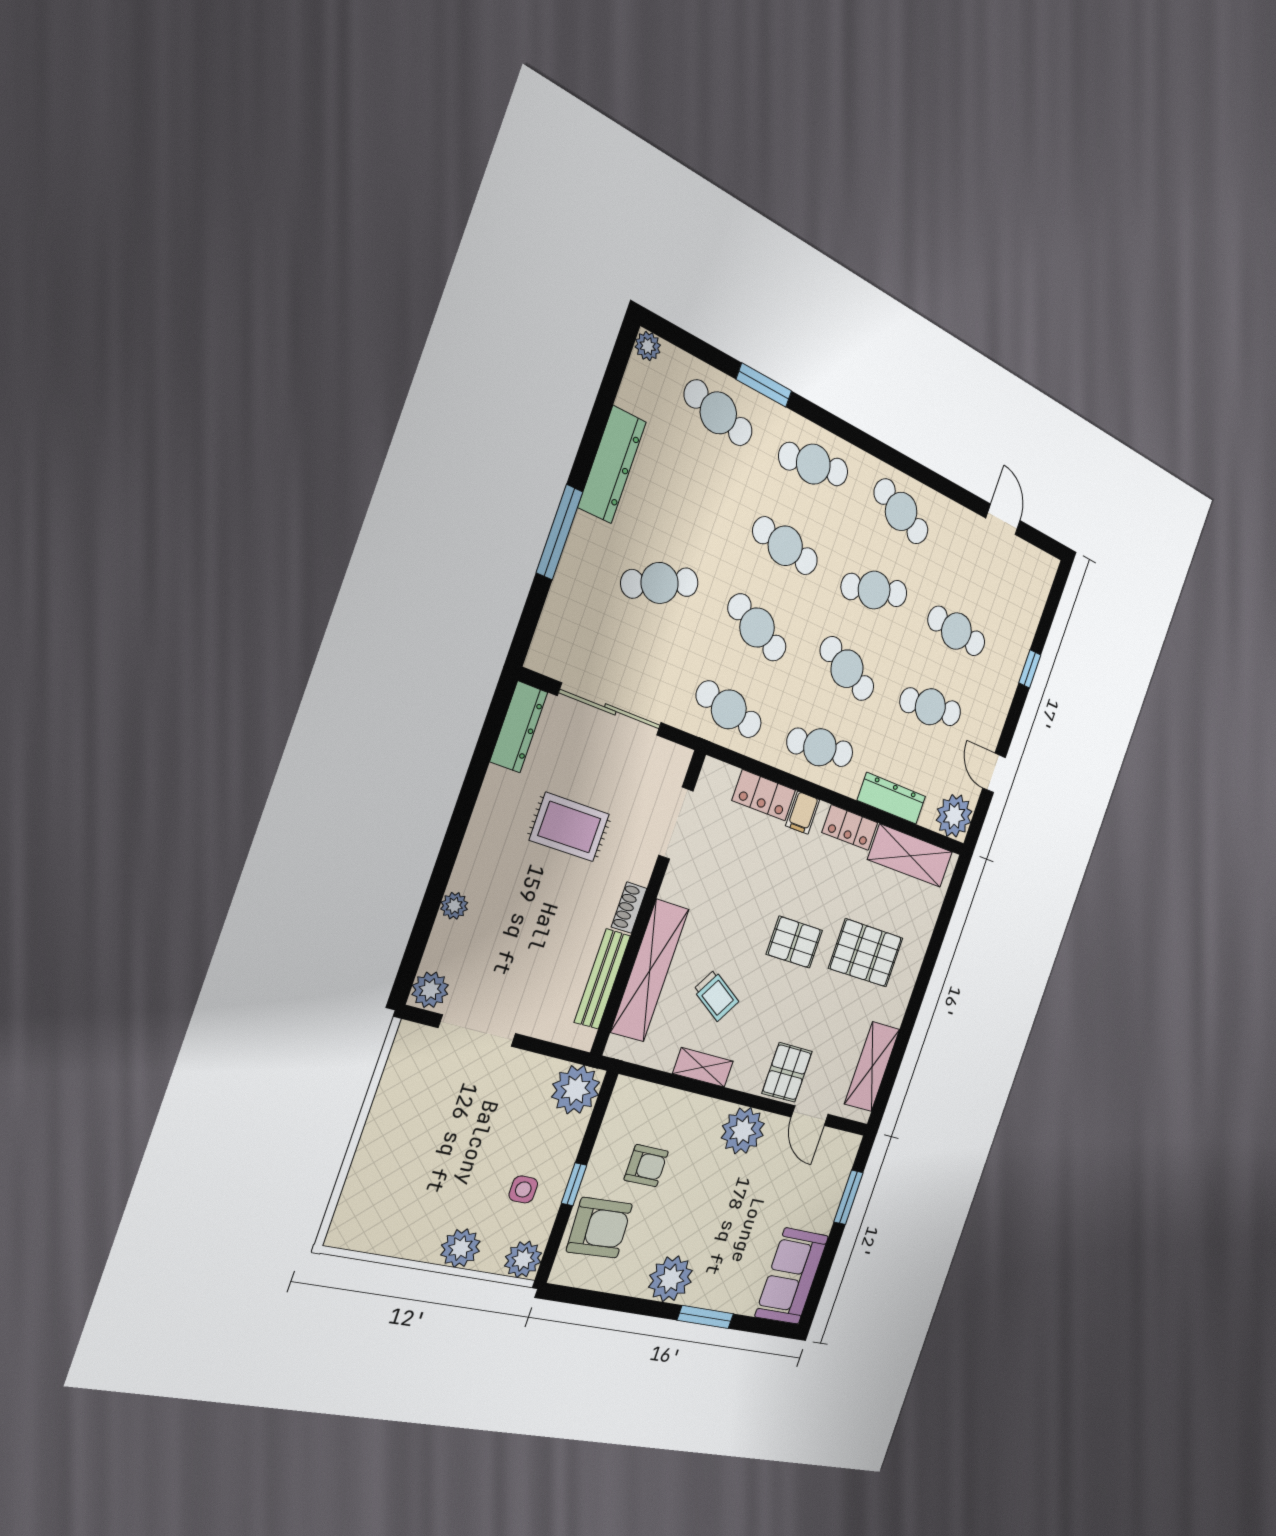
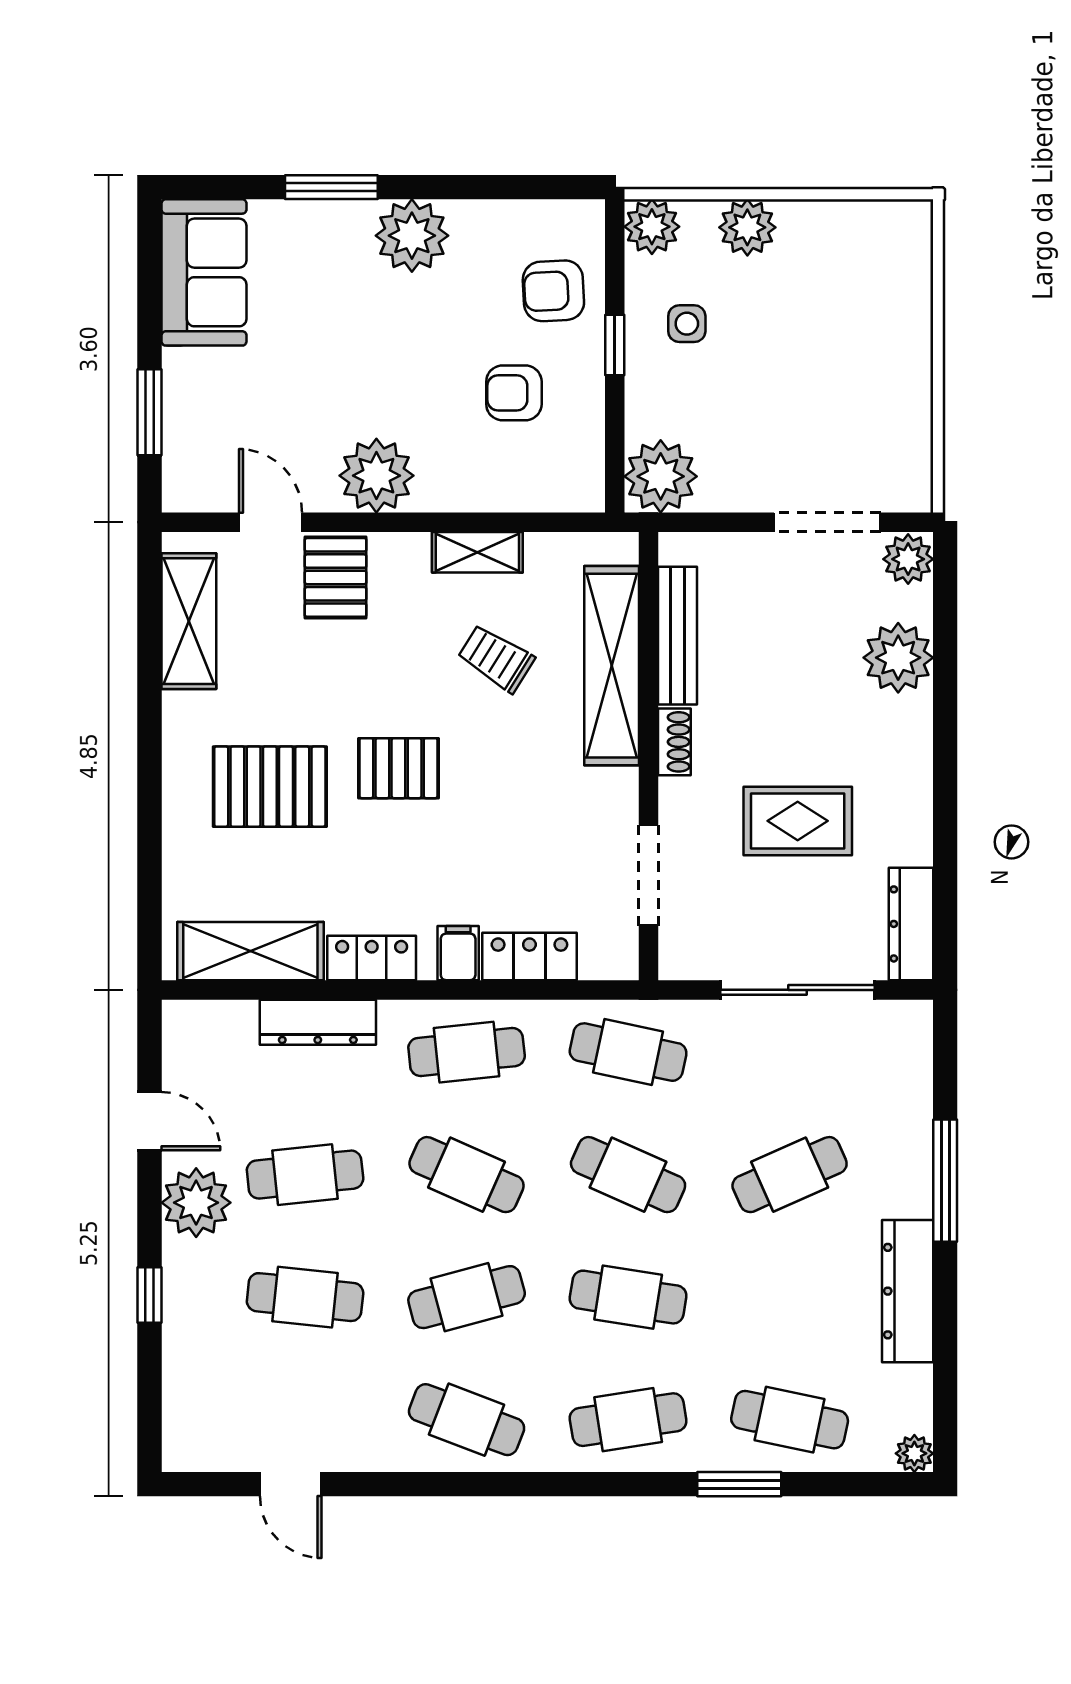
plant: (954, 816) -> (196, 1203), moved
plant: (454, 906) -> (898, 658), width x1.87, depth x1.87
armchair: (599, 1228) -> (553, 291), width x0.72, depth x0.72

